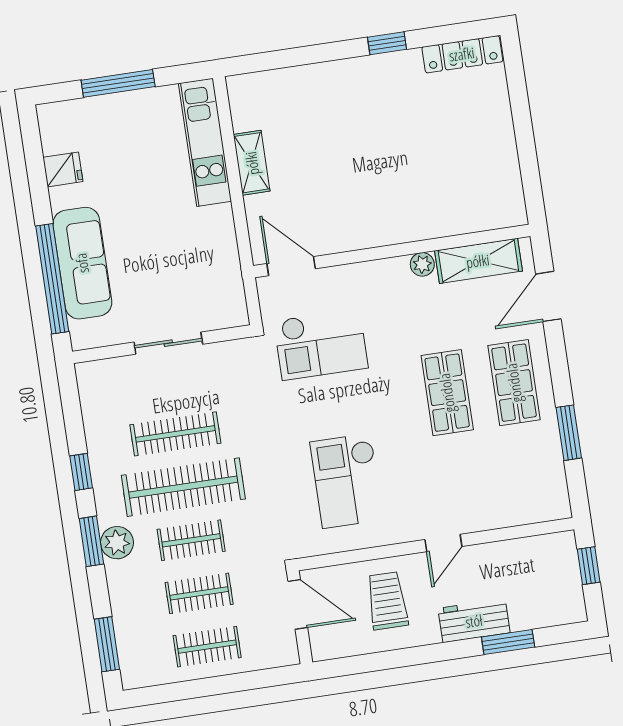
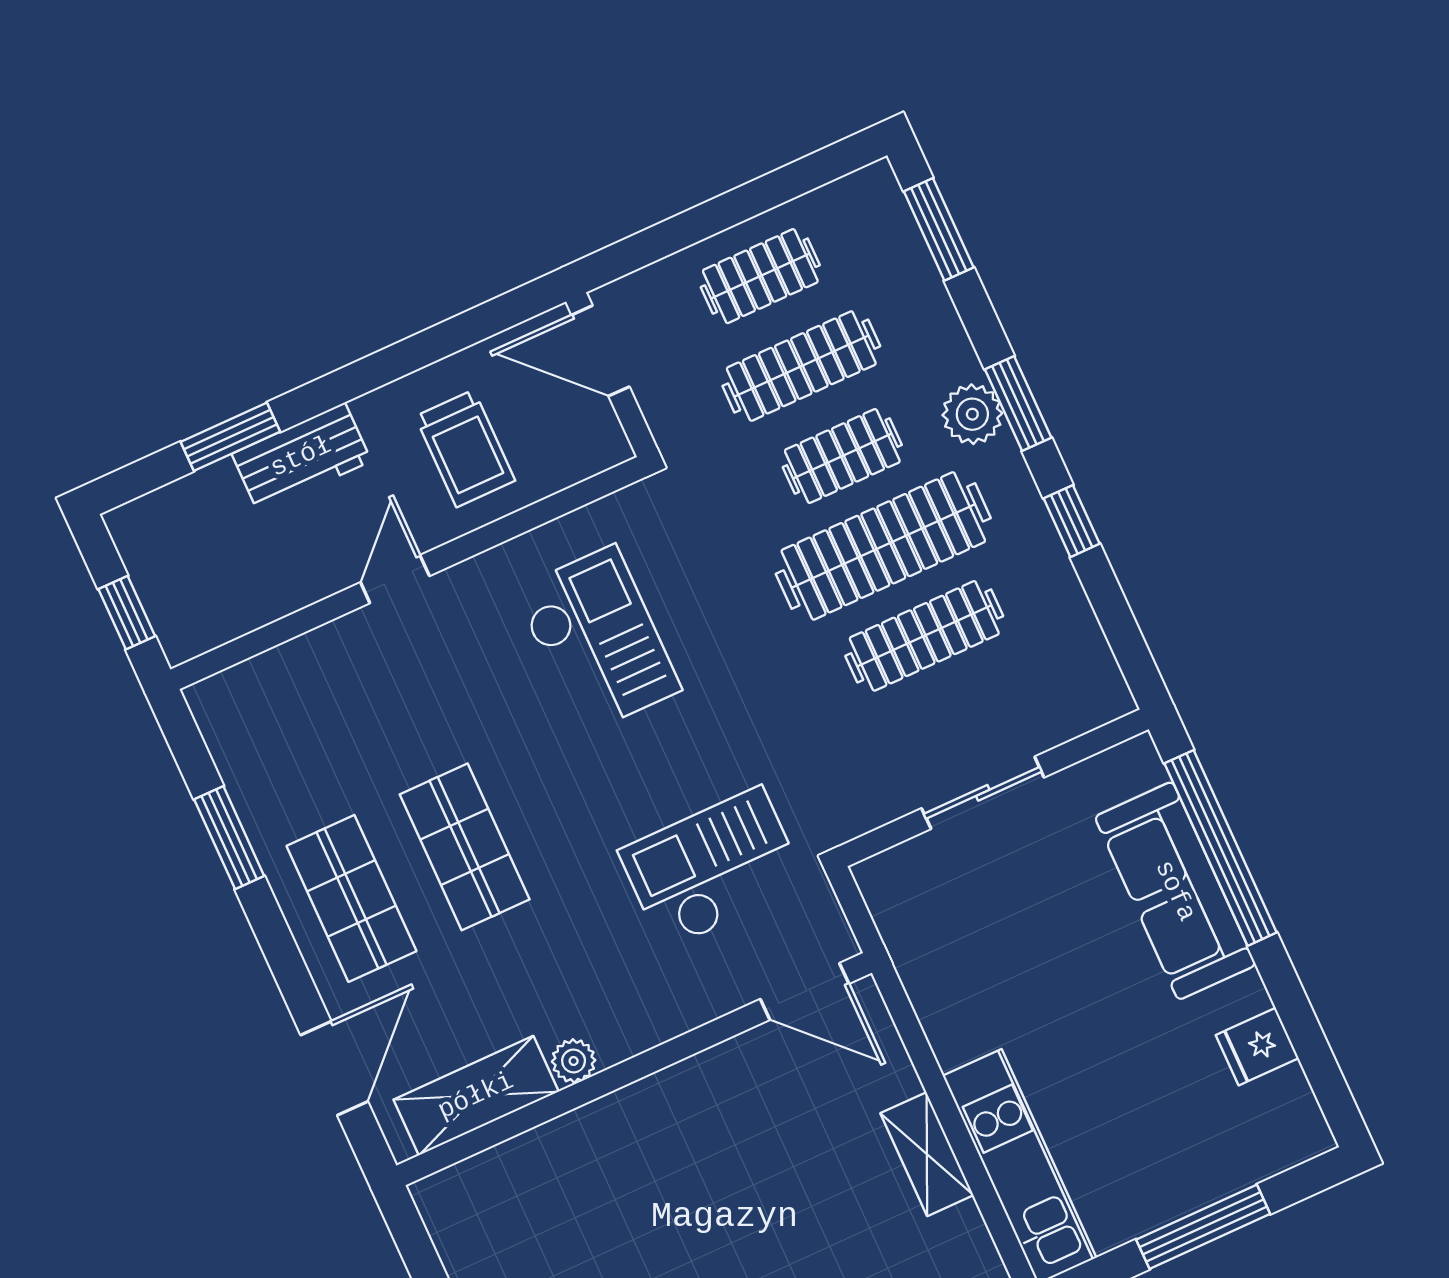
clothes rail: (199, 593) -> (801, 366), width x1.36
door: (298, 604) -> (601, 351), moved

